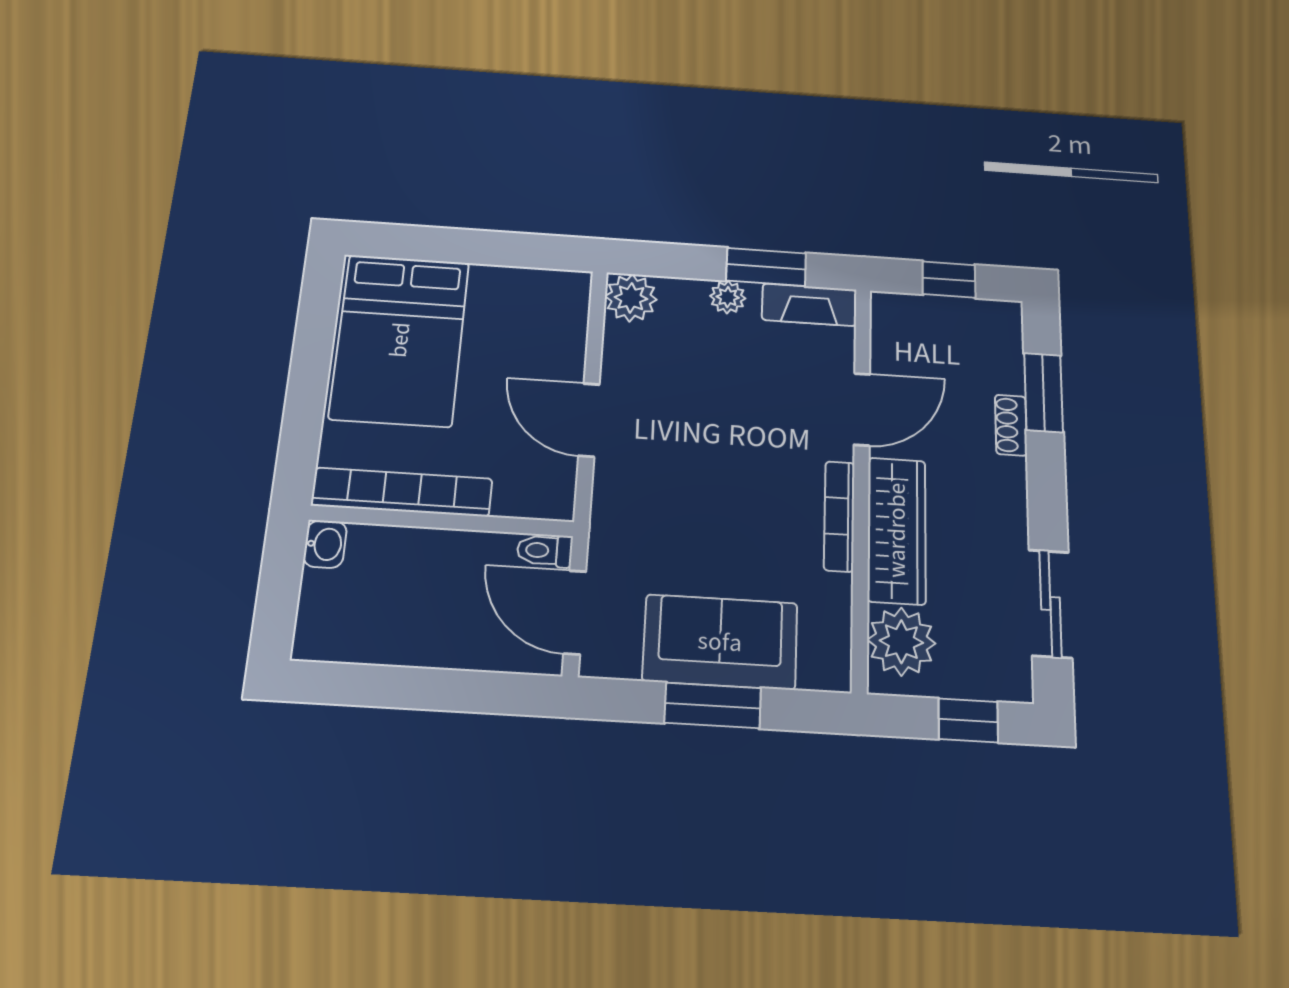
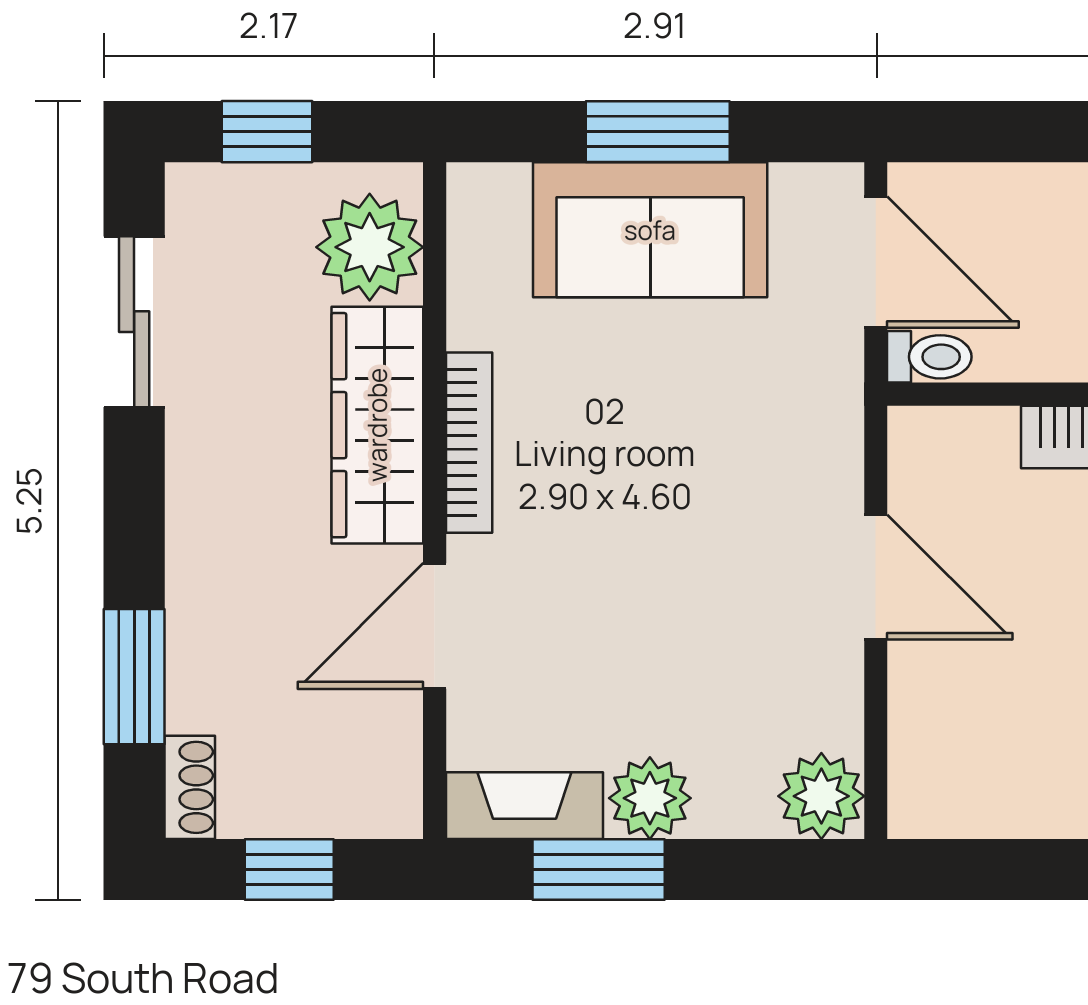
plant: (728, 297) -> (650, 798), width x1.38, depth x1.38
shoe rack: (1011, 425) -> (190, 787), moved

